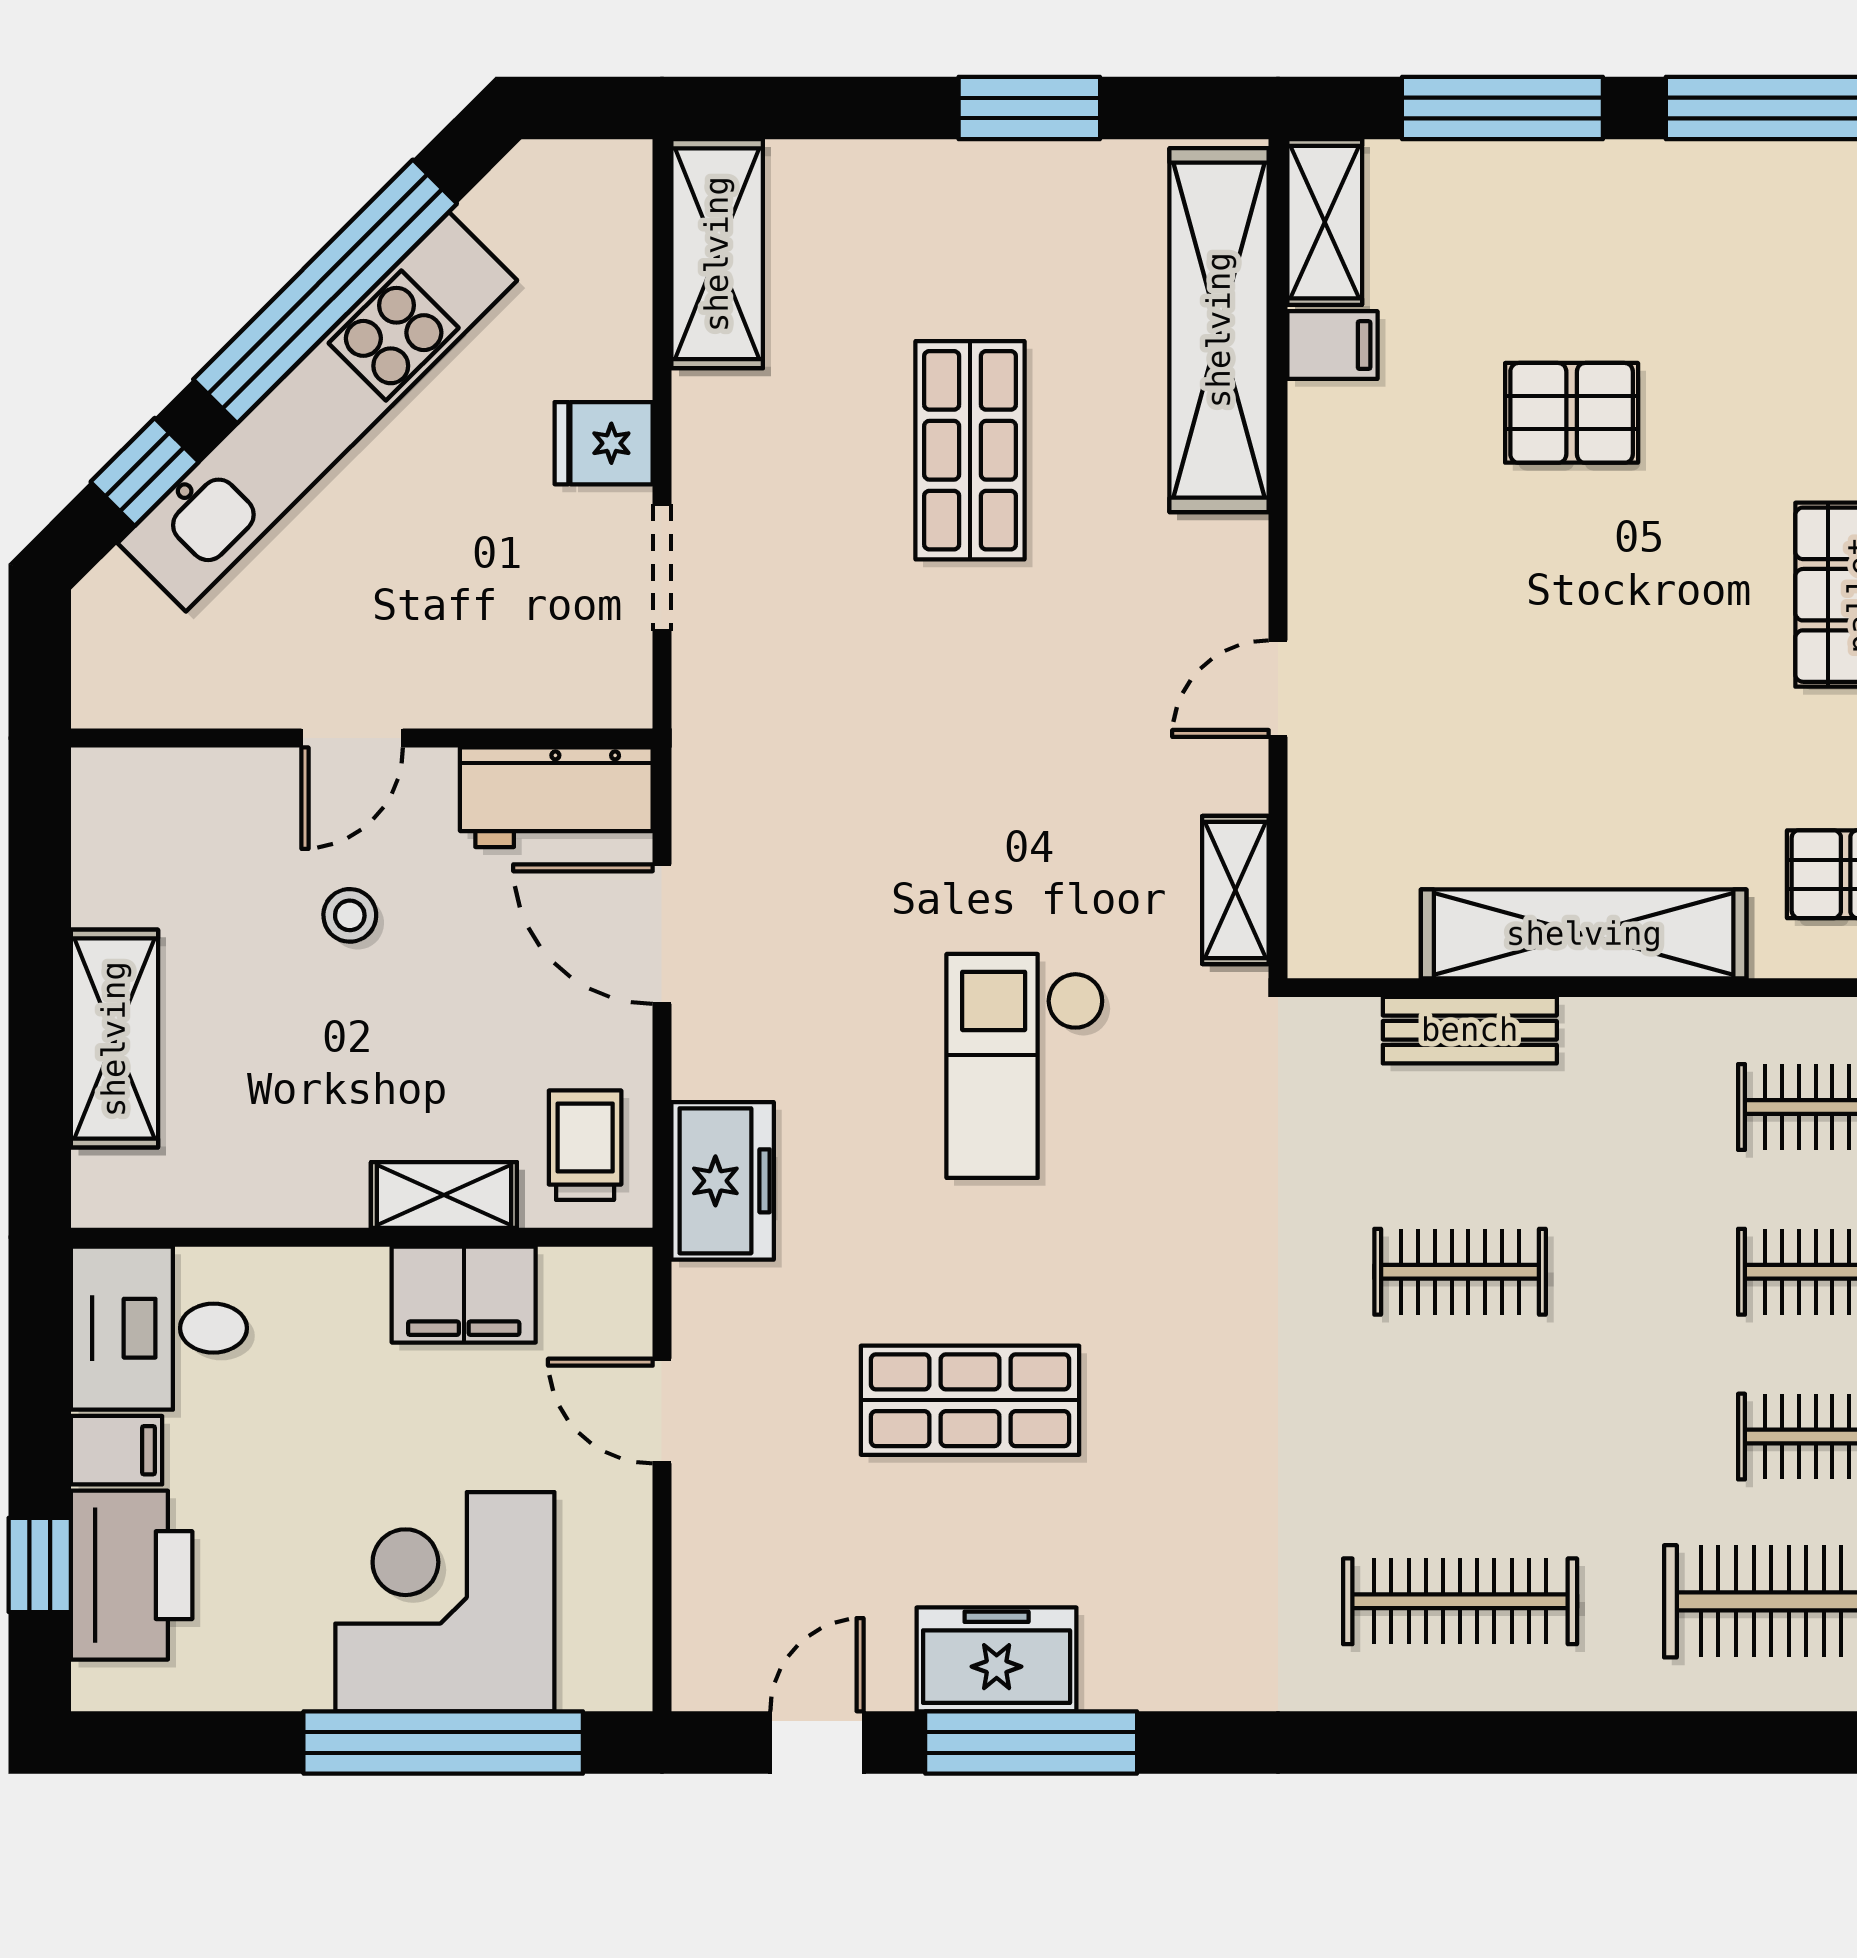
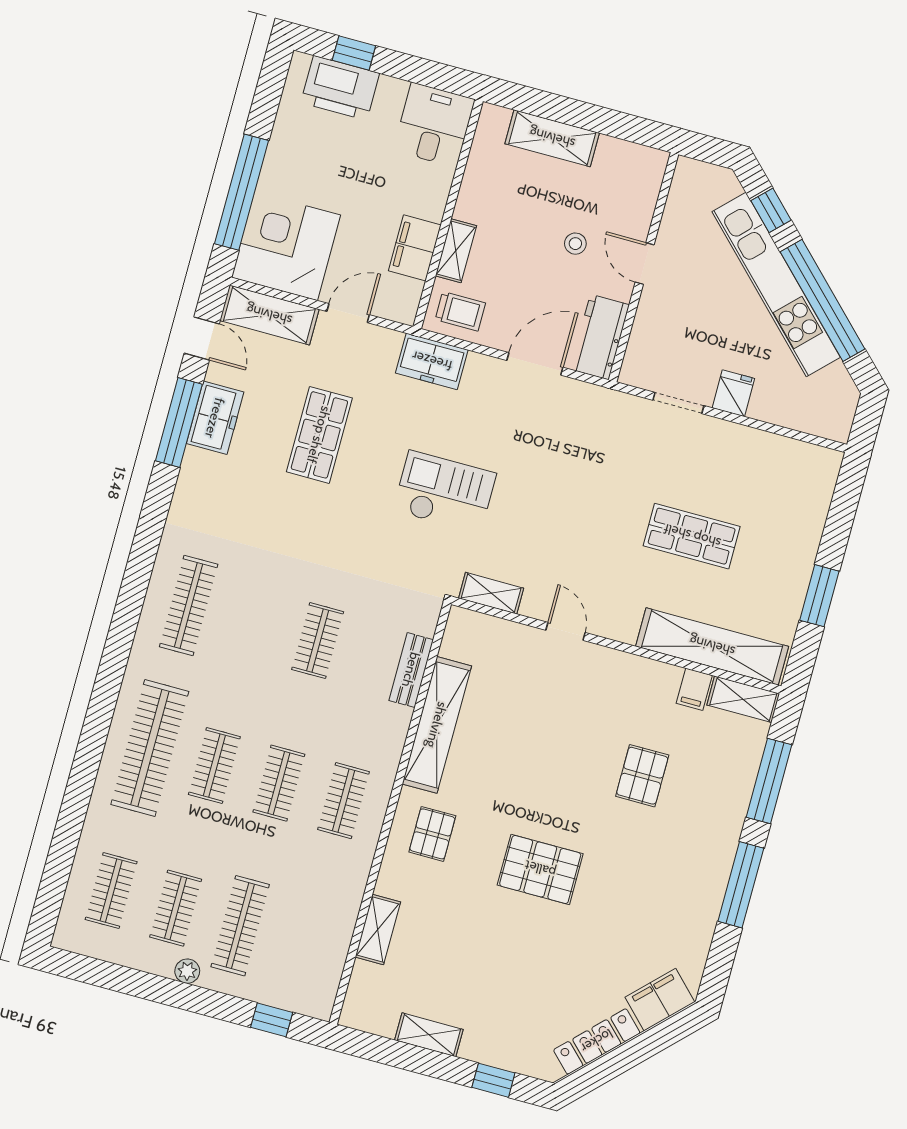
shelving: (717, 254) -> (269, 315), moved
filing cabinet: (117, 1450) -> (391, 95), removed
corner desk: (445, 1602) -> (286, 246), moved, turned -90

